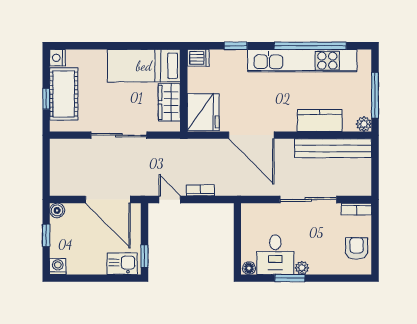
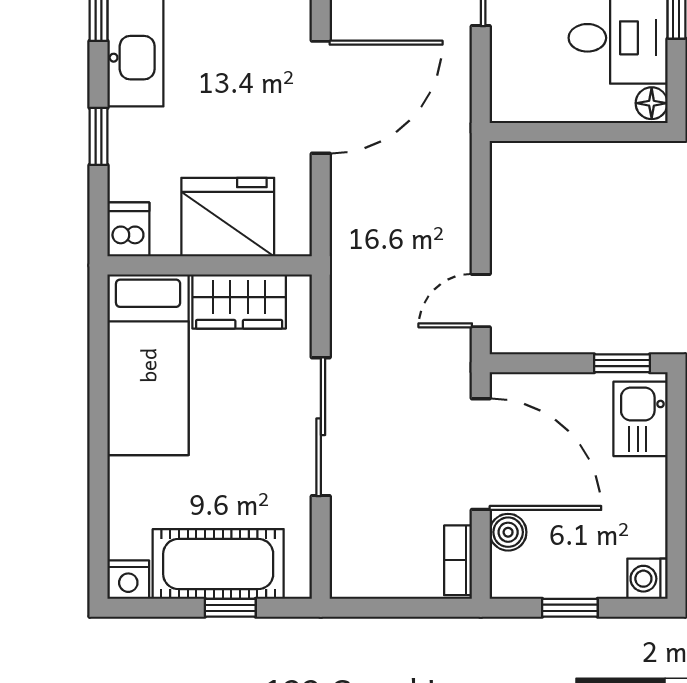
fridge: (203, 112) -> (228, 217), moved
bookcase: (200, 190) -> (458, 560), moved
door: (108, 200) -> (481, 454), hinge flipped
boiler: (57, 210) -> (508, 532), moved

